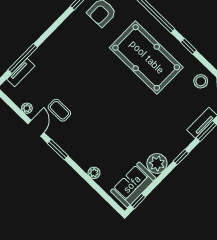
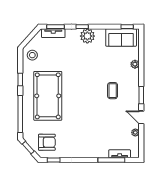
coffee table: (59, 110) -> (113, 91), moved
door: (36, 128) -> (141, 117), hinge flipped
plant: (157, 163) -> (87, 36), moved

